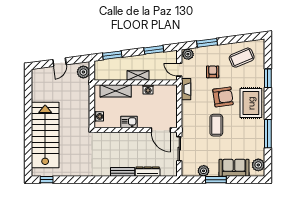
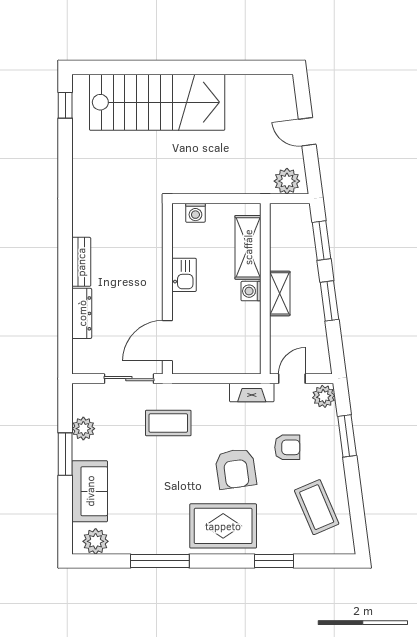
window: (154, 50) -> (329, 301), moved
washing machine: (148, 89) -> (251, 291), moved
coffee table: (216, 125) -> (168, 423), moved

